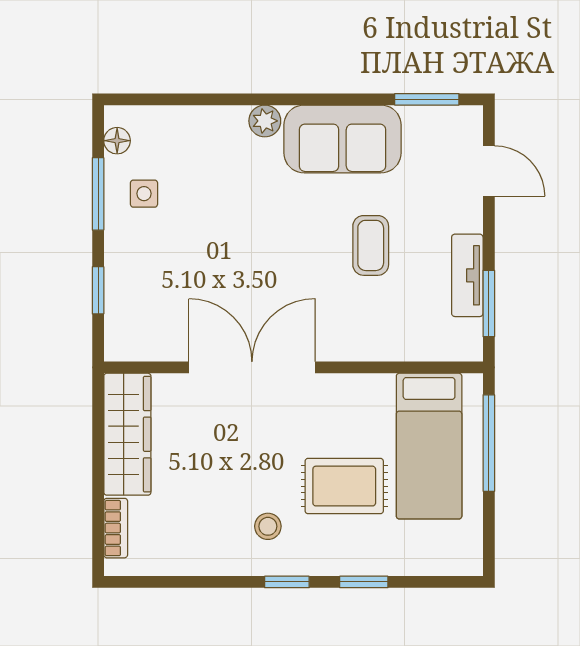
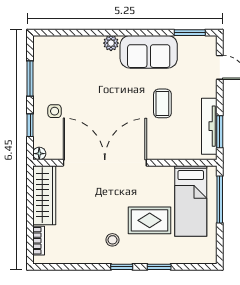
floor lamp: (117, 141) -> (39, 154), moved
side table: (144, 194) -> (55, 111), moved
tv unit: (467, 275) -> (209, 126), width x1.41
double door: (252, 367) -> (105, 163), width x1.36

